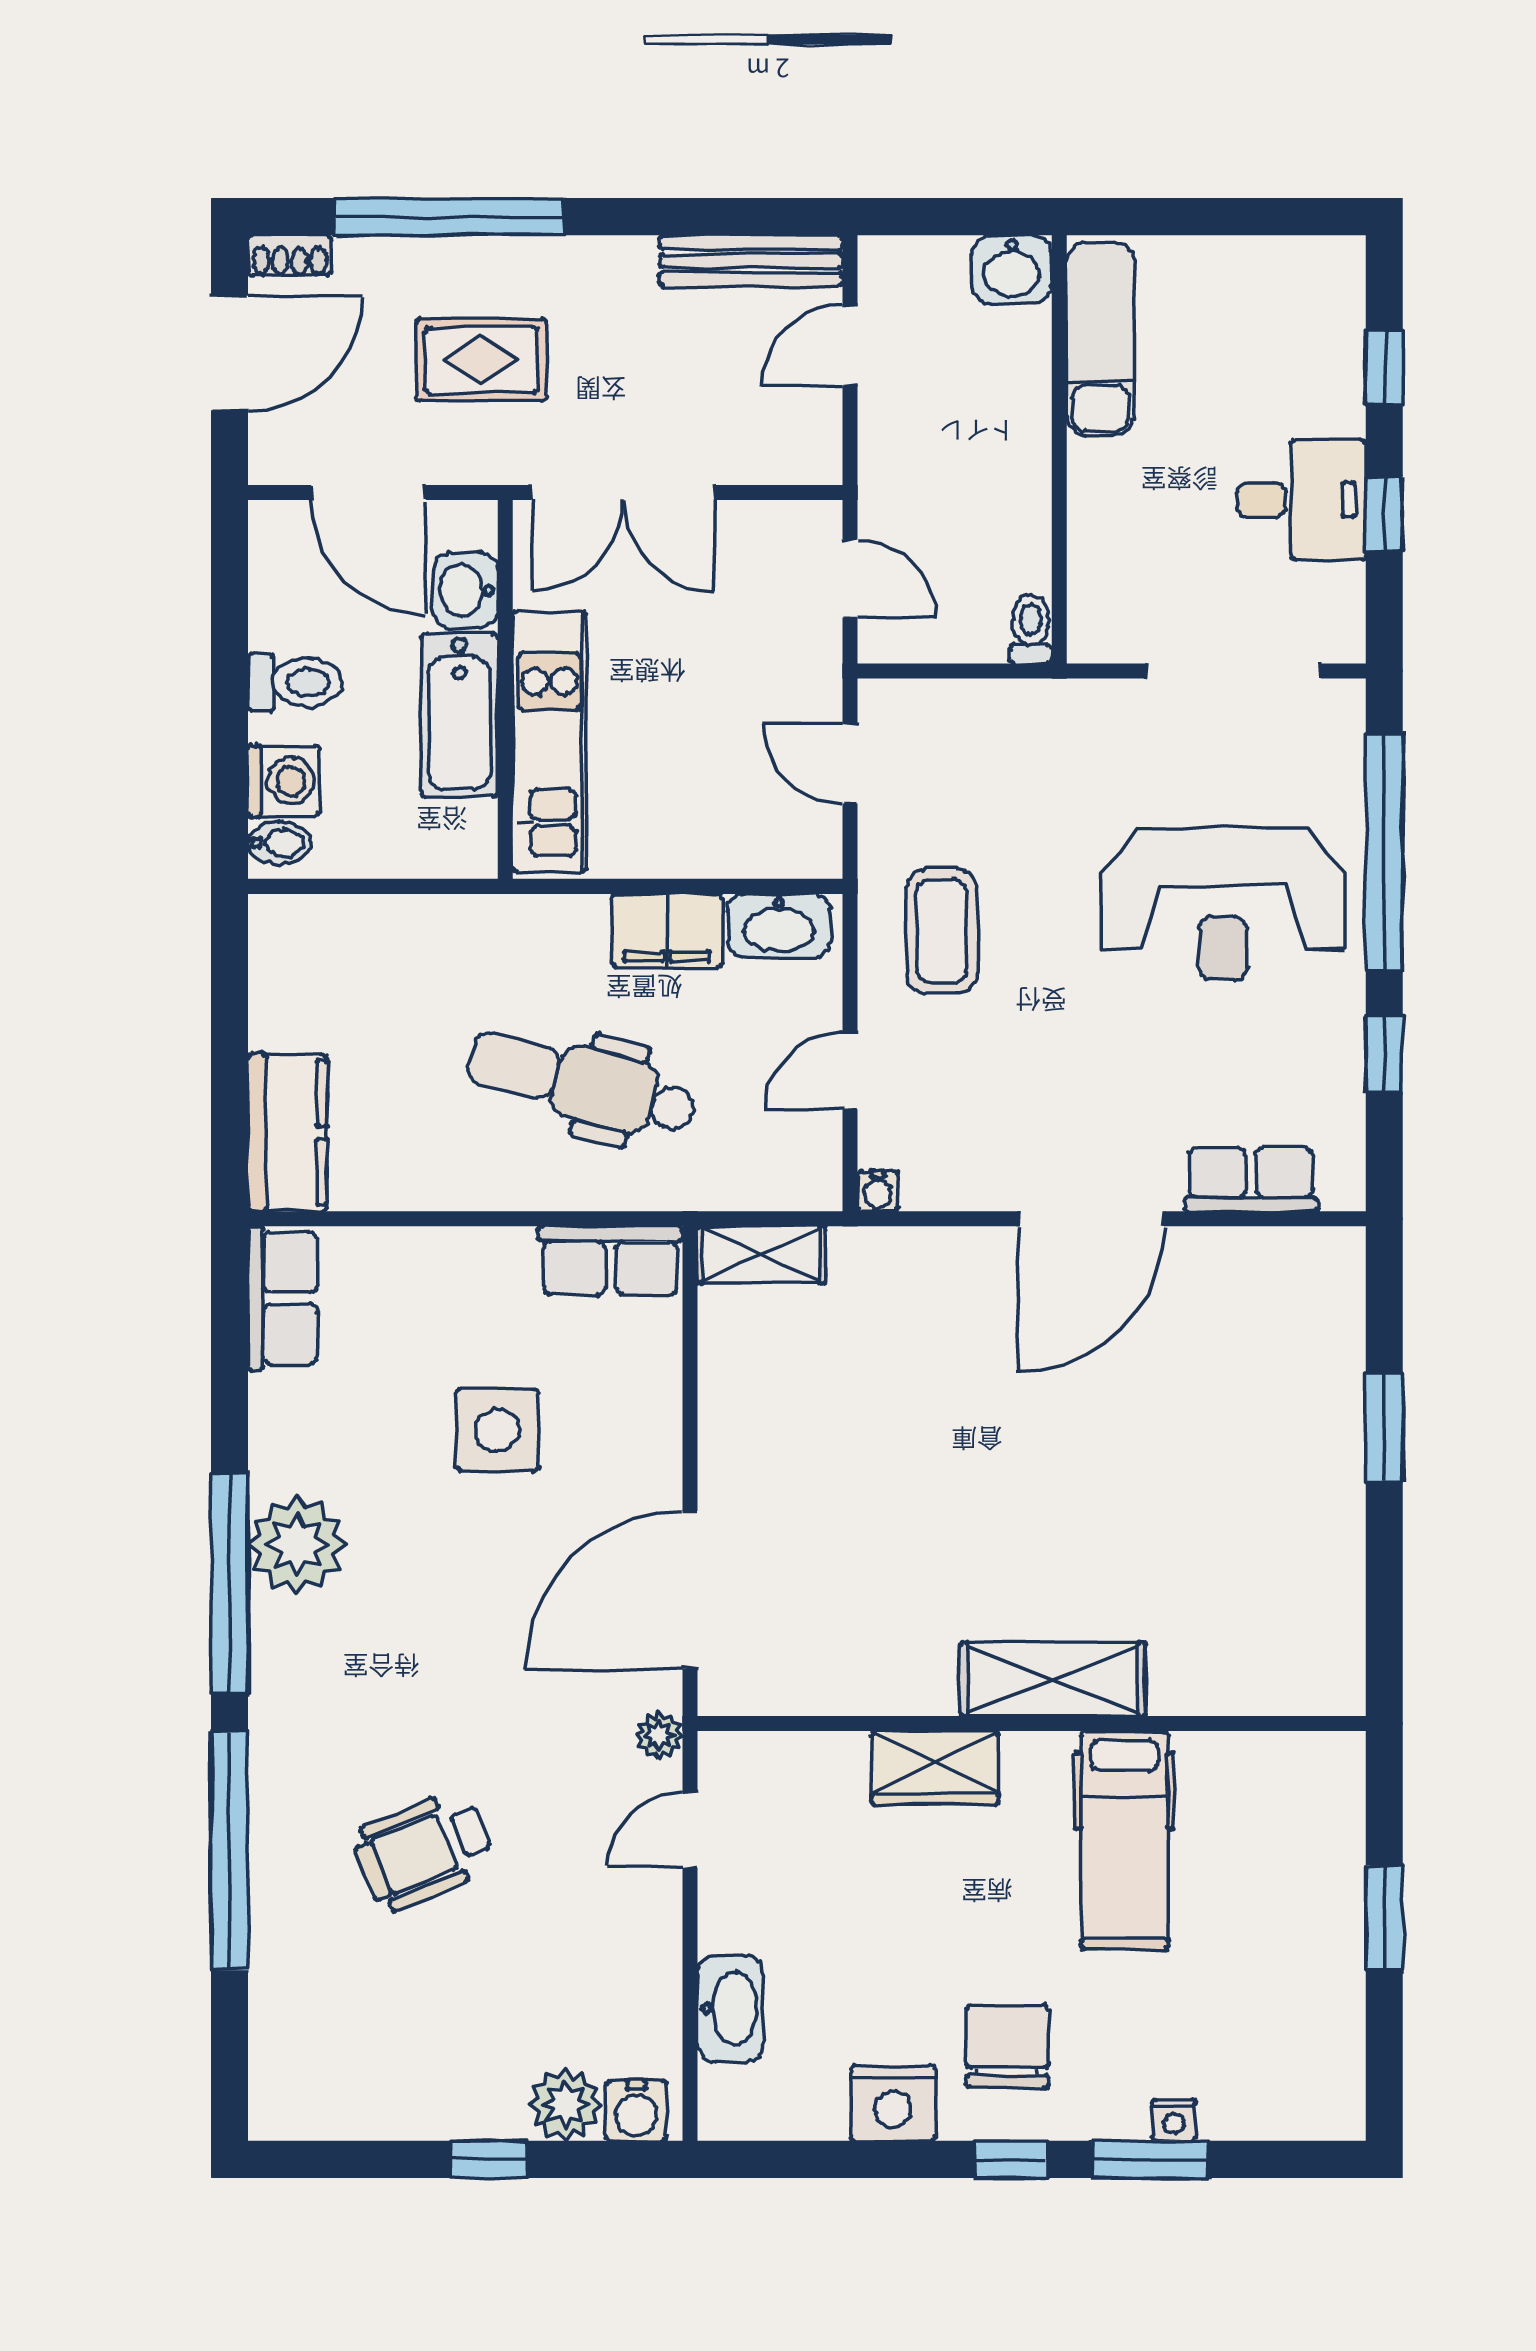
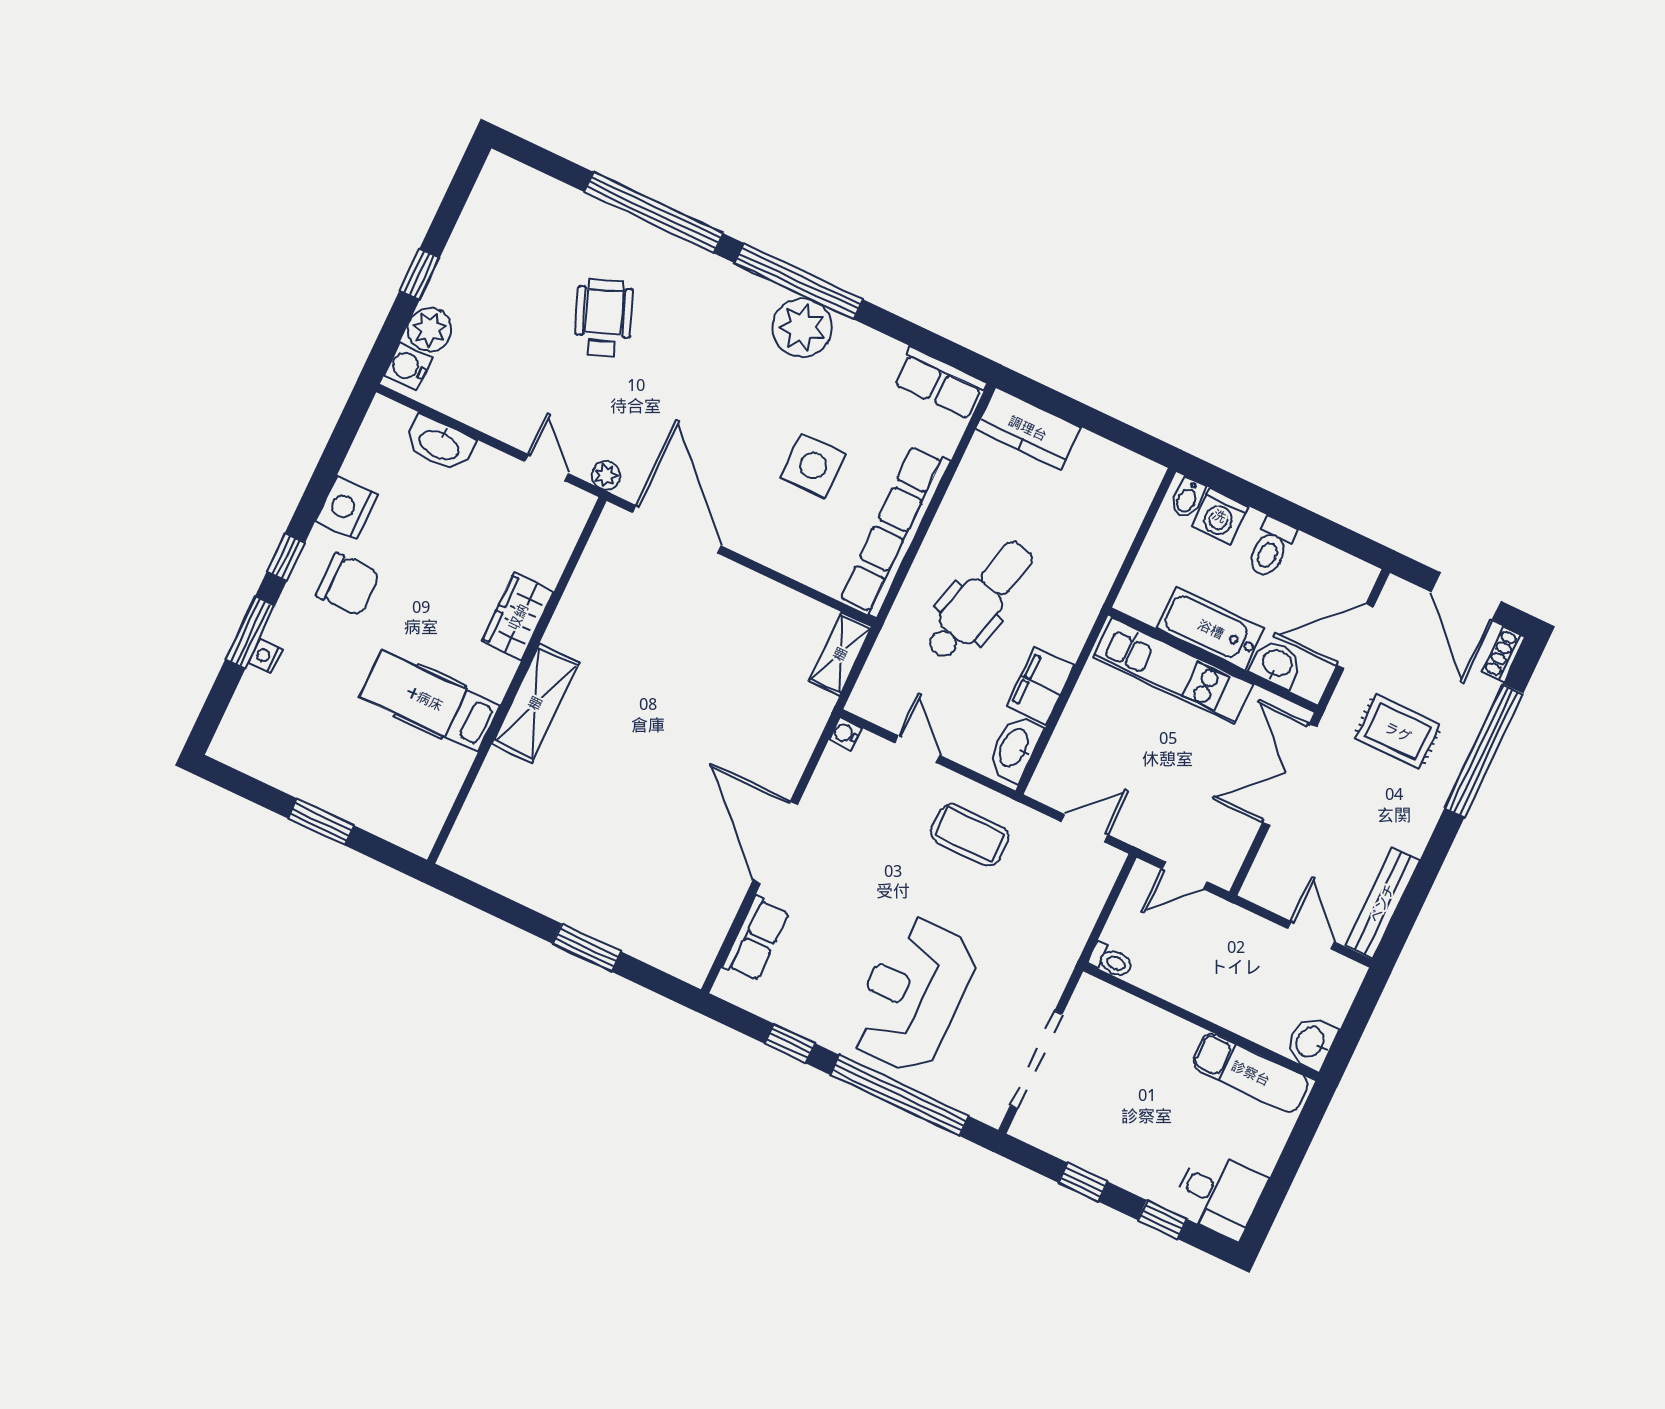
rug: (481, 360) -> (1398, 732), turned 90
desk: (1301, 500) -> (1219, 1194), moved, turned -90
row of seats: (611, 1261) -> (895, 531), width x2.02

